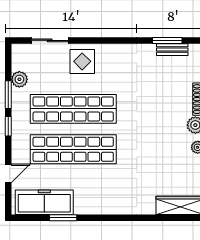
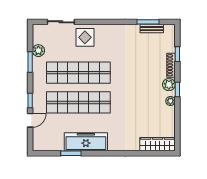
window: (8, 126) -> (30, 101), moved
freezer: (44, 202) -> (86, 142), moved

